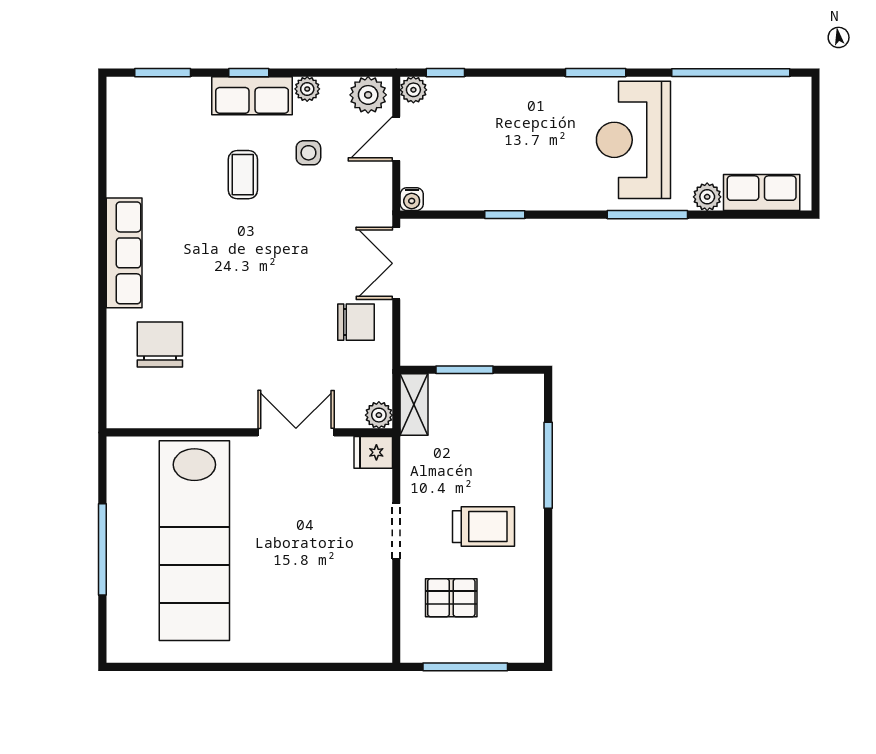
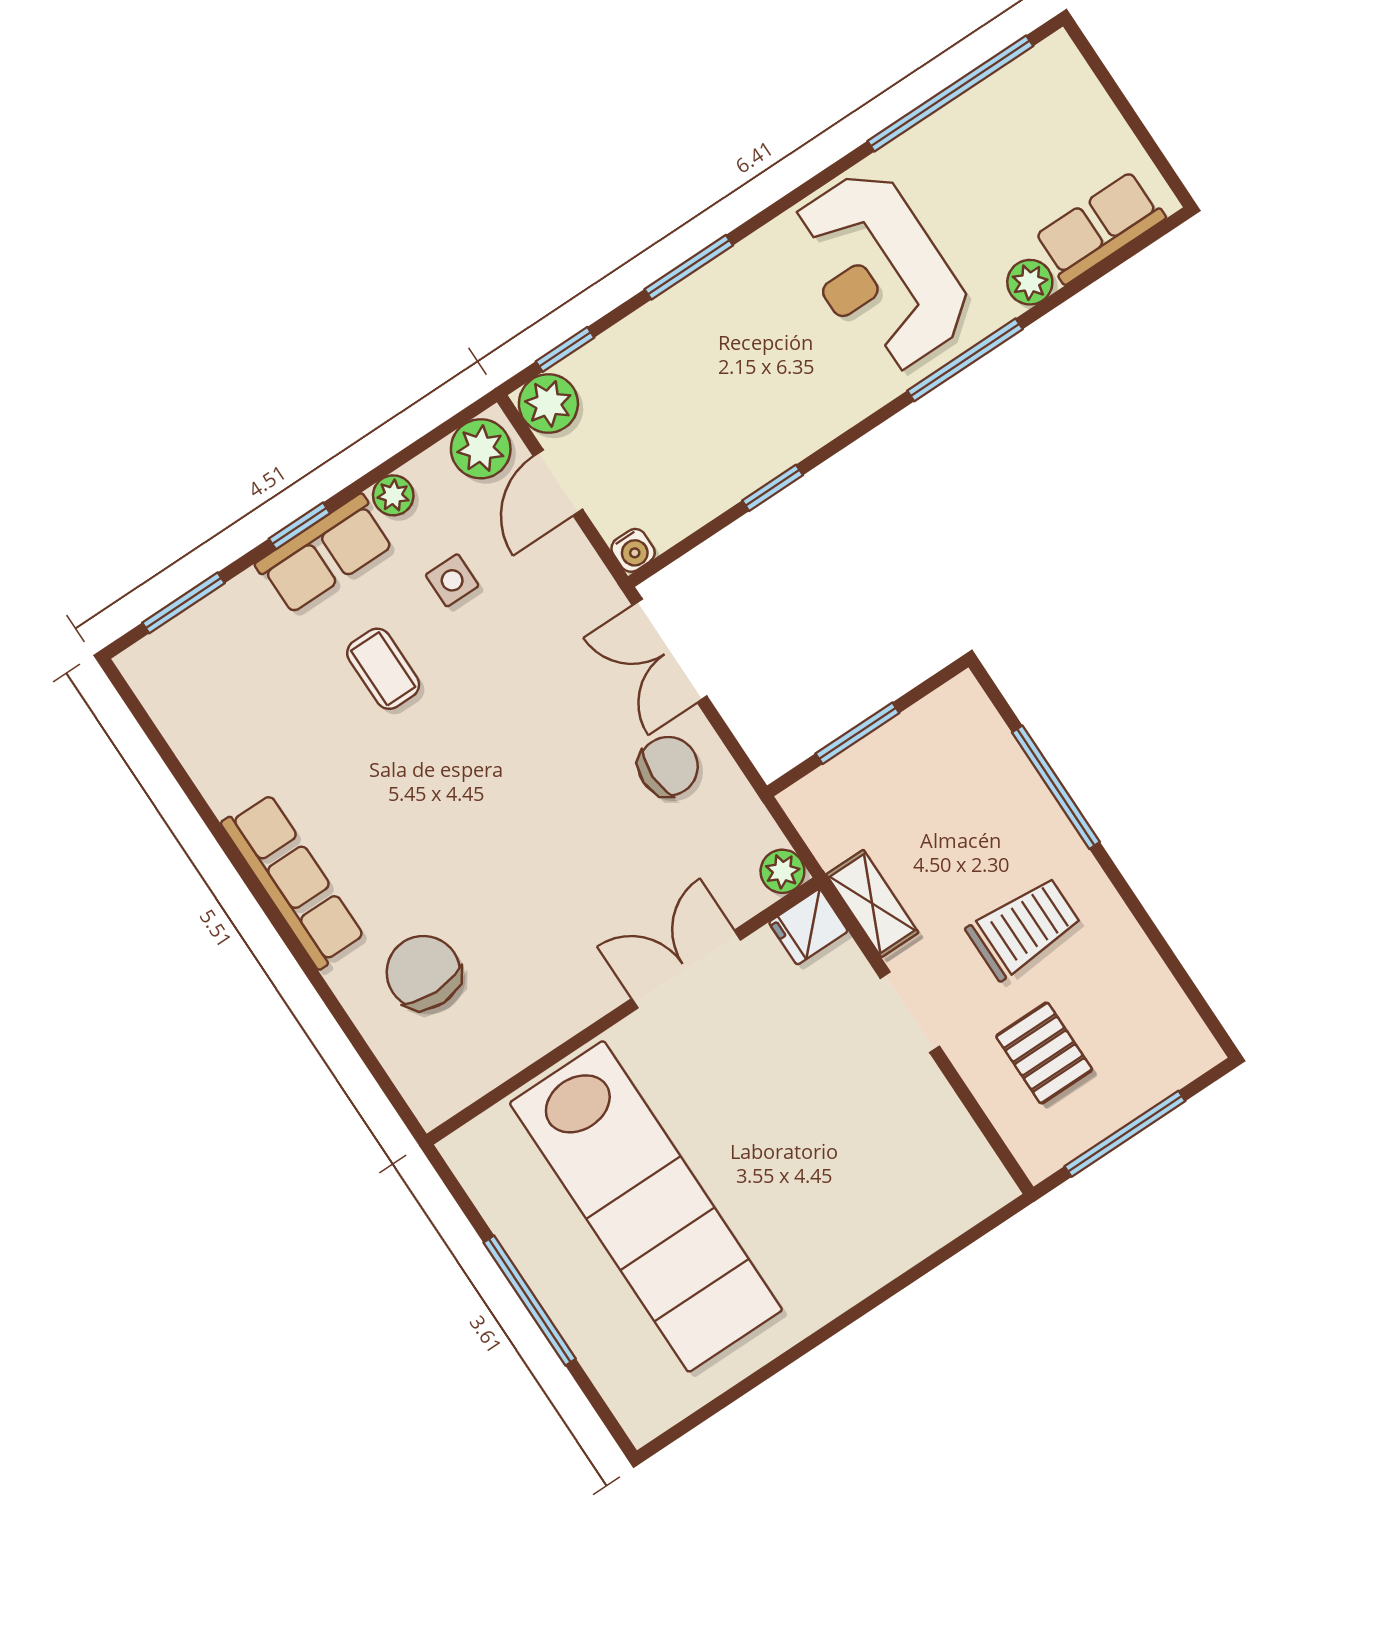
window: (596, 73) -> (689, 267), moved
plant: (413, 90) -> (548, 403), width x1.38, depth x1.38
shelving: (414, 404) -> (872, 904), moved
pallet: (451, 598) -> (1044, 1053), turned 90

